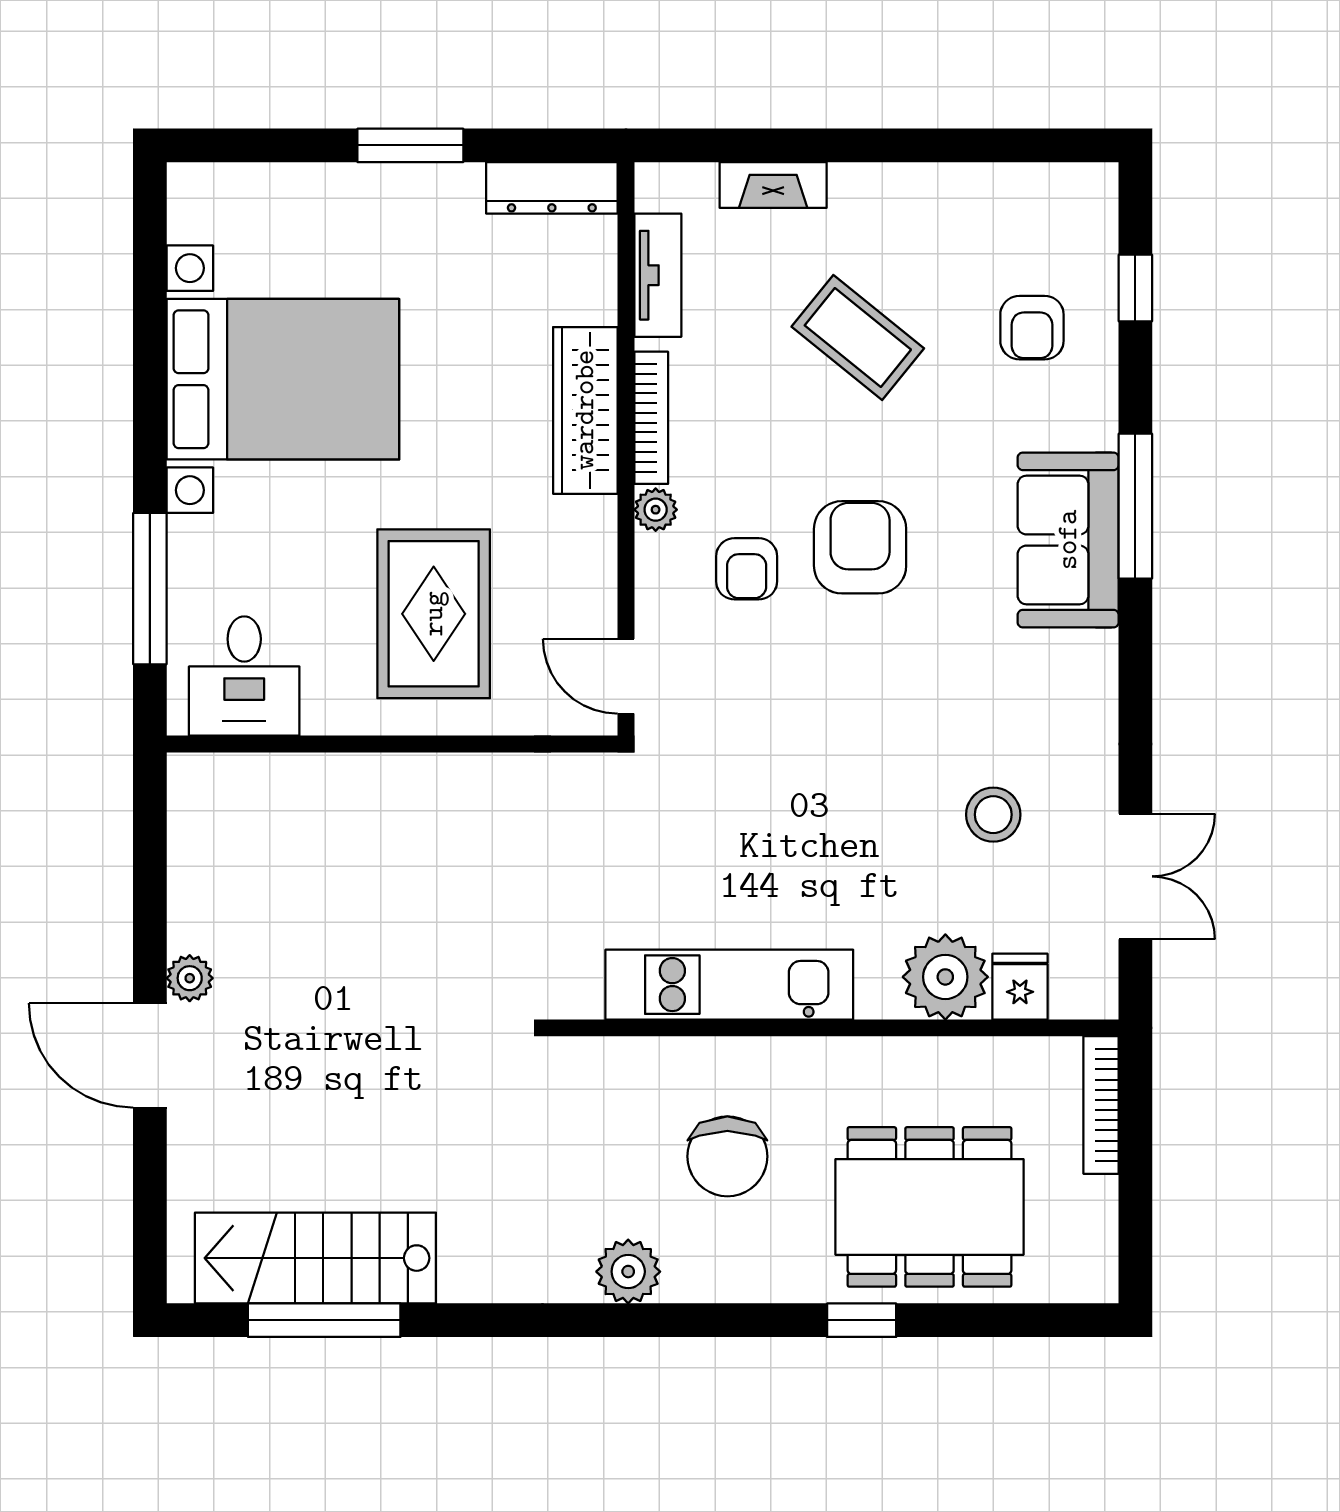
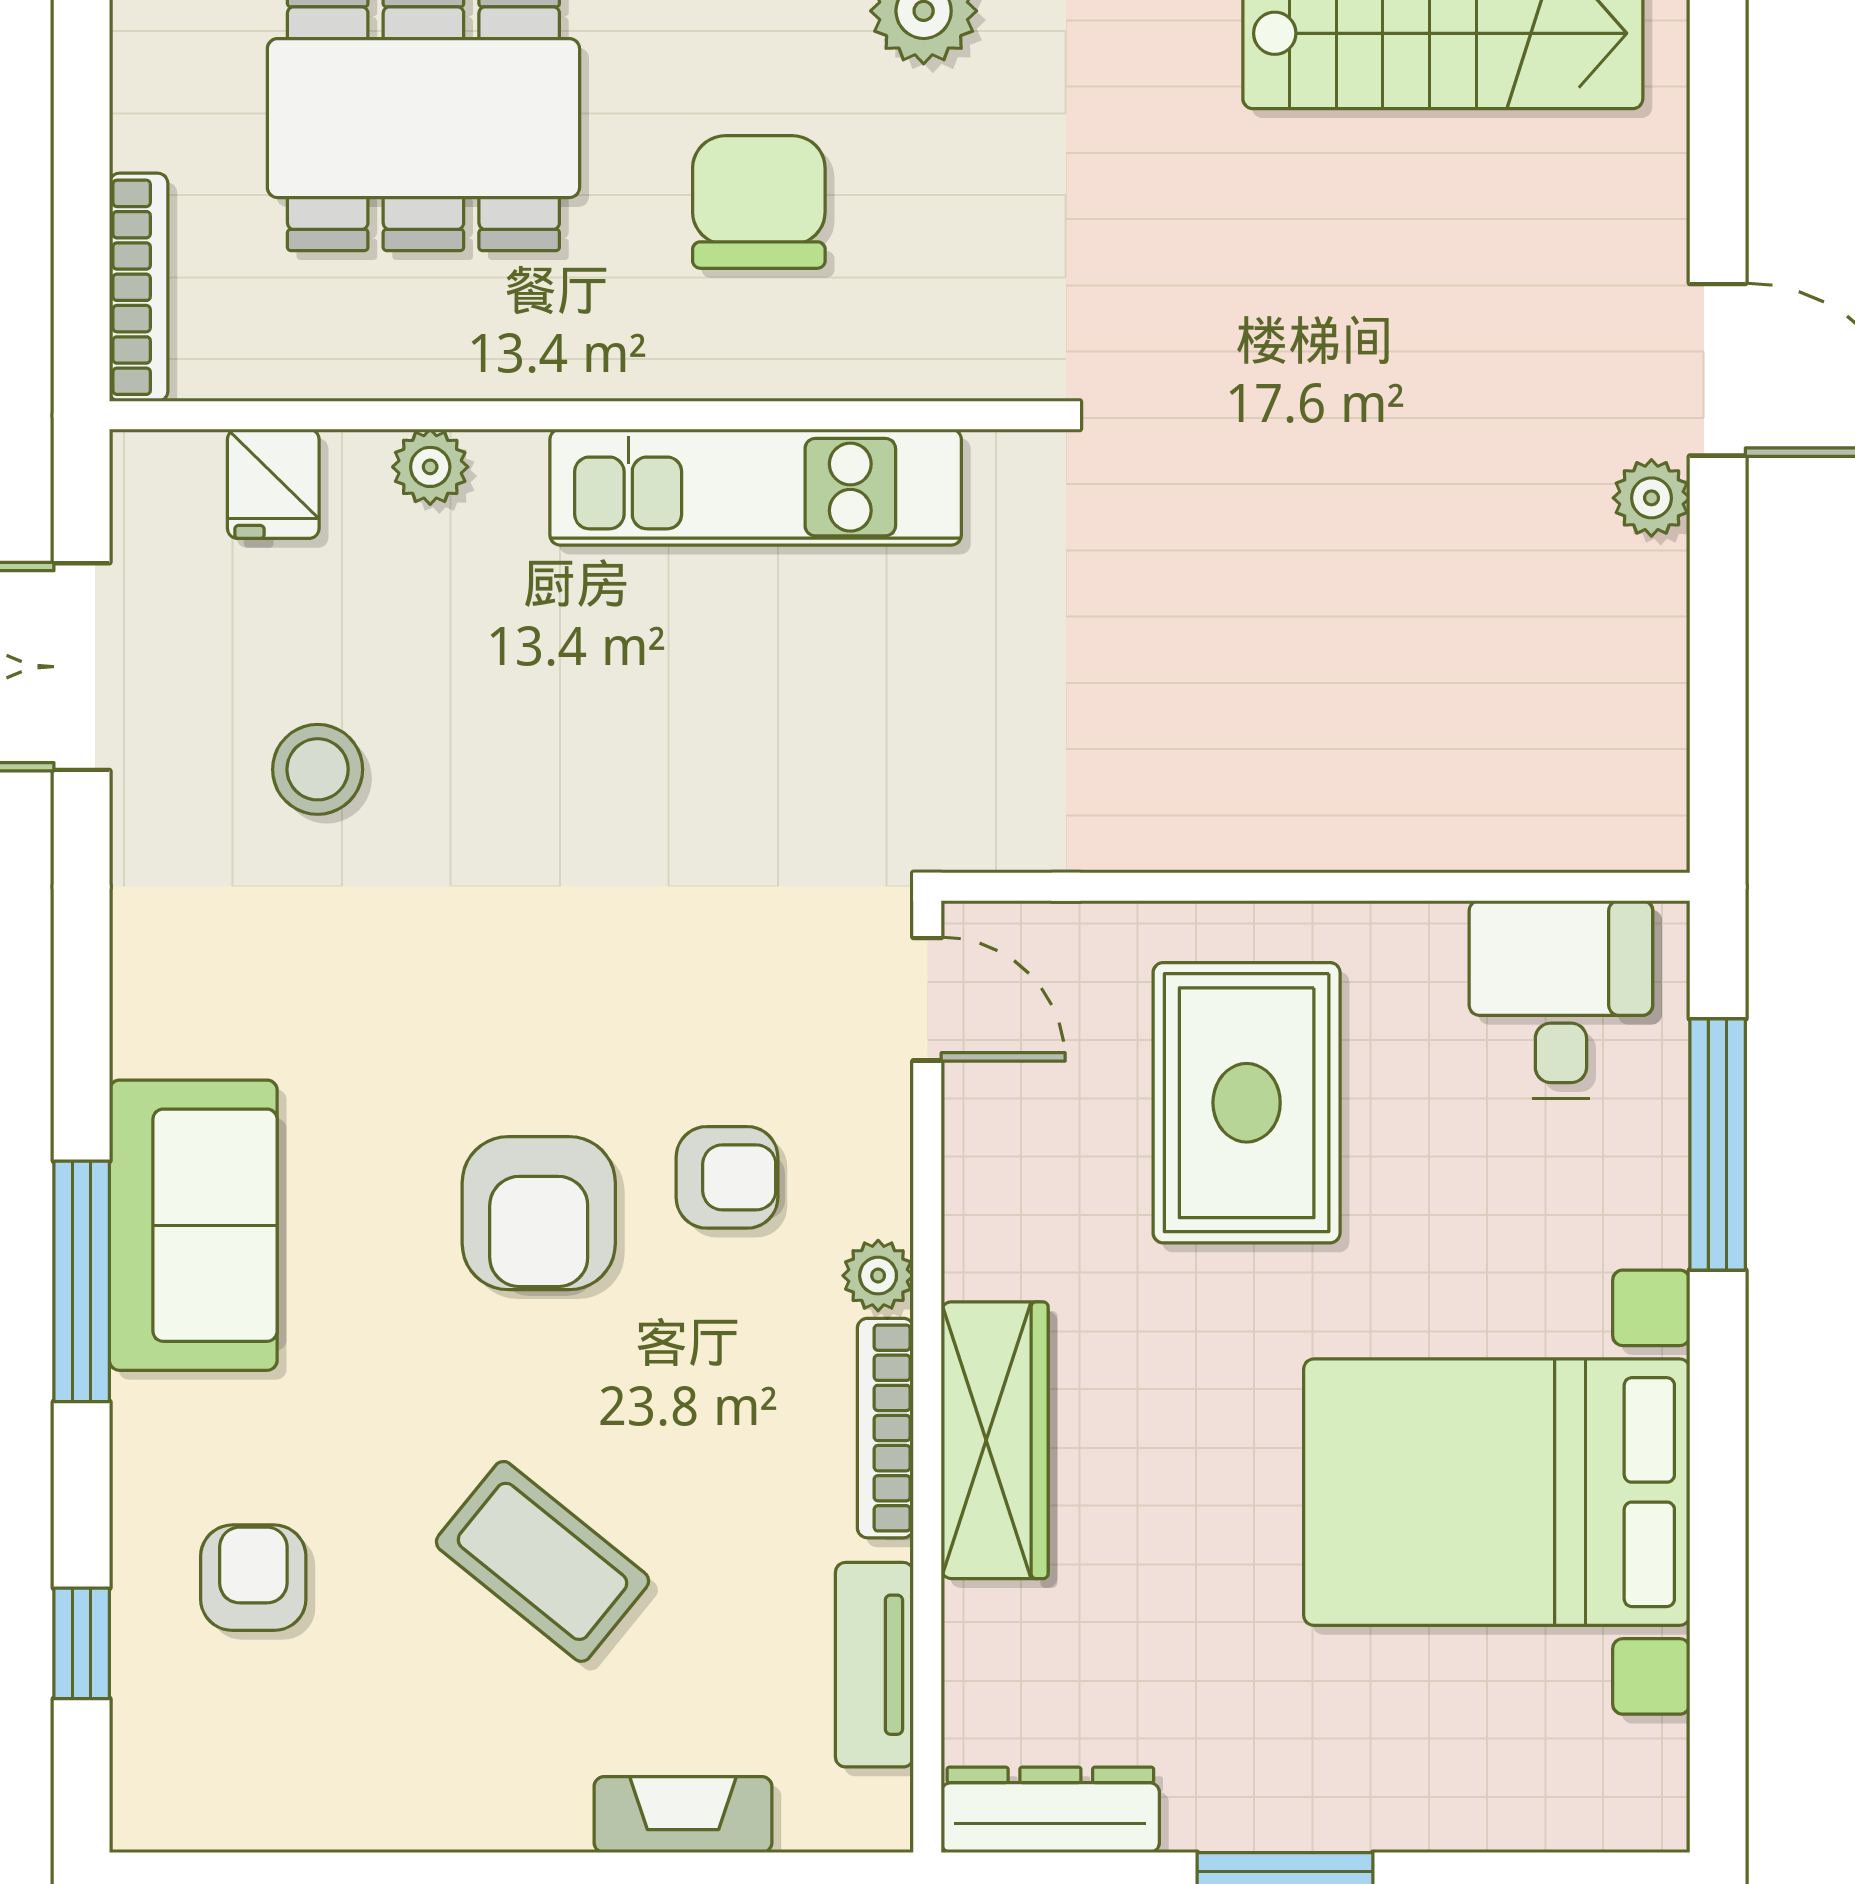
armchair: (747, 569) -> (727, 1177), turned 90
plant: (945, 977) -> (430, 467), width x0.53, depth x0.53

